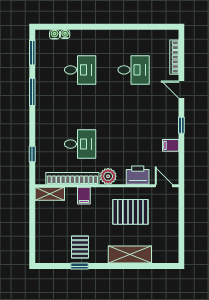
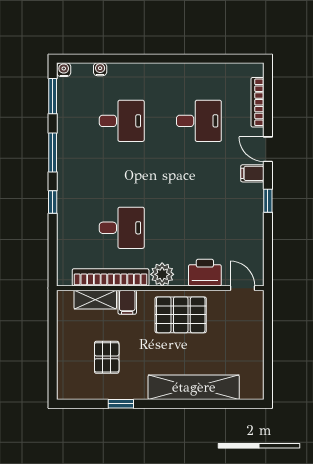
water cooler: (55, 34) -> (64, 70), moved
filing cabinet: (171, 145) -> (252, 173), moved
window: (32, 154) -> (53, 202), moved
shelving: (50, 194) -> (95, 300), moved
pallet: (130, 212) -> (181, 315), moved
pallet: (80, 247) -> (107, 357), moved
shelving: (130, 255) -> (194, 387), width x1.47

